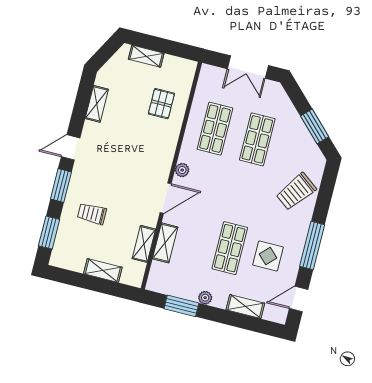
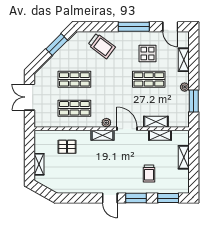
double door: (248, 67) -> (29, 97), swing flipped
shelving: (97, 104) -> (102, 135), moved

